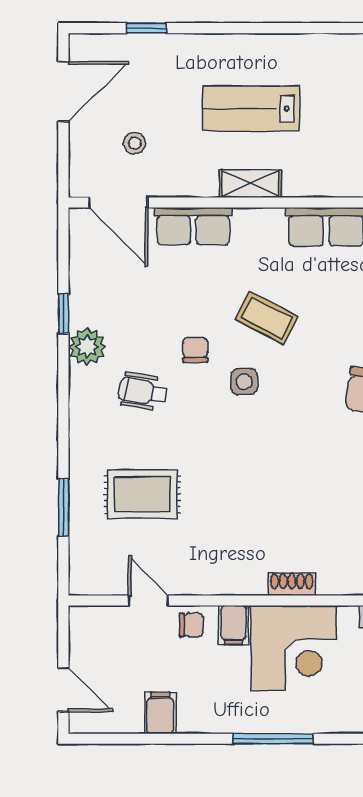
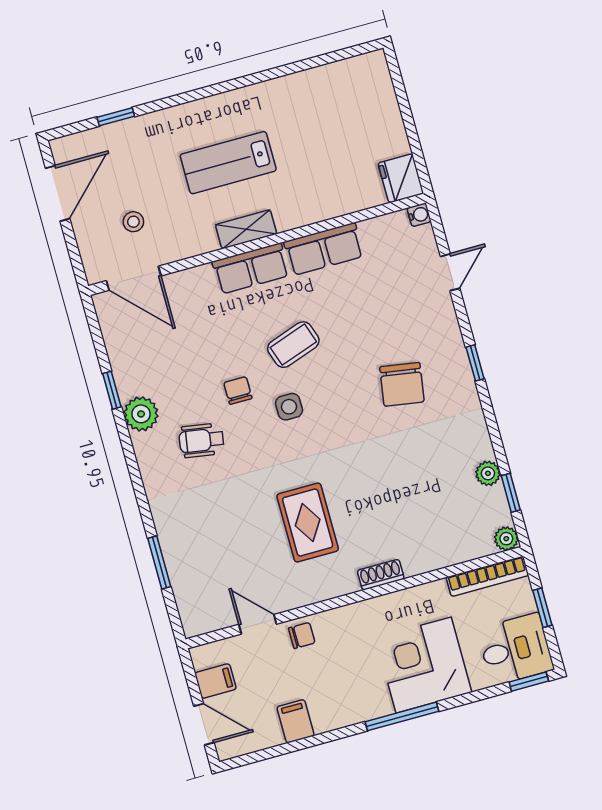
row of seats: (193, 226) -> (251, 269), moved
coffee table: (267, 318) -> (293, 345), turned -46
rug: (142, 494) -> (308, 523), moved, turned 90
filing cabinet: (234, 625) -> (215, 681), moved, turned -90
corner desk: (294, 648) -> (424, 665), moved, turned 180

